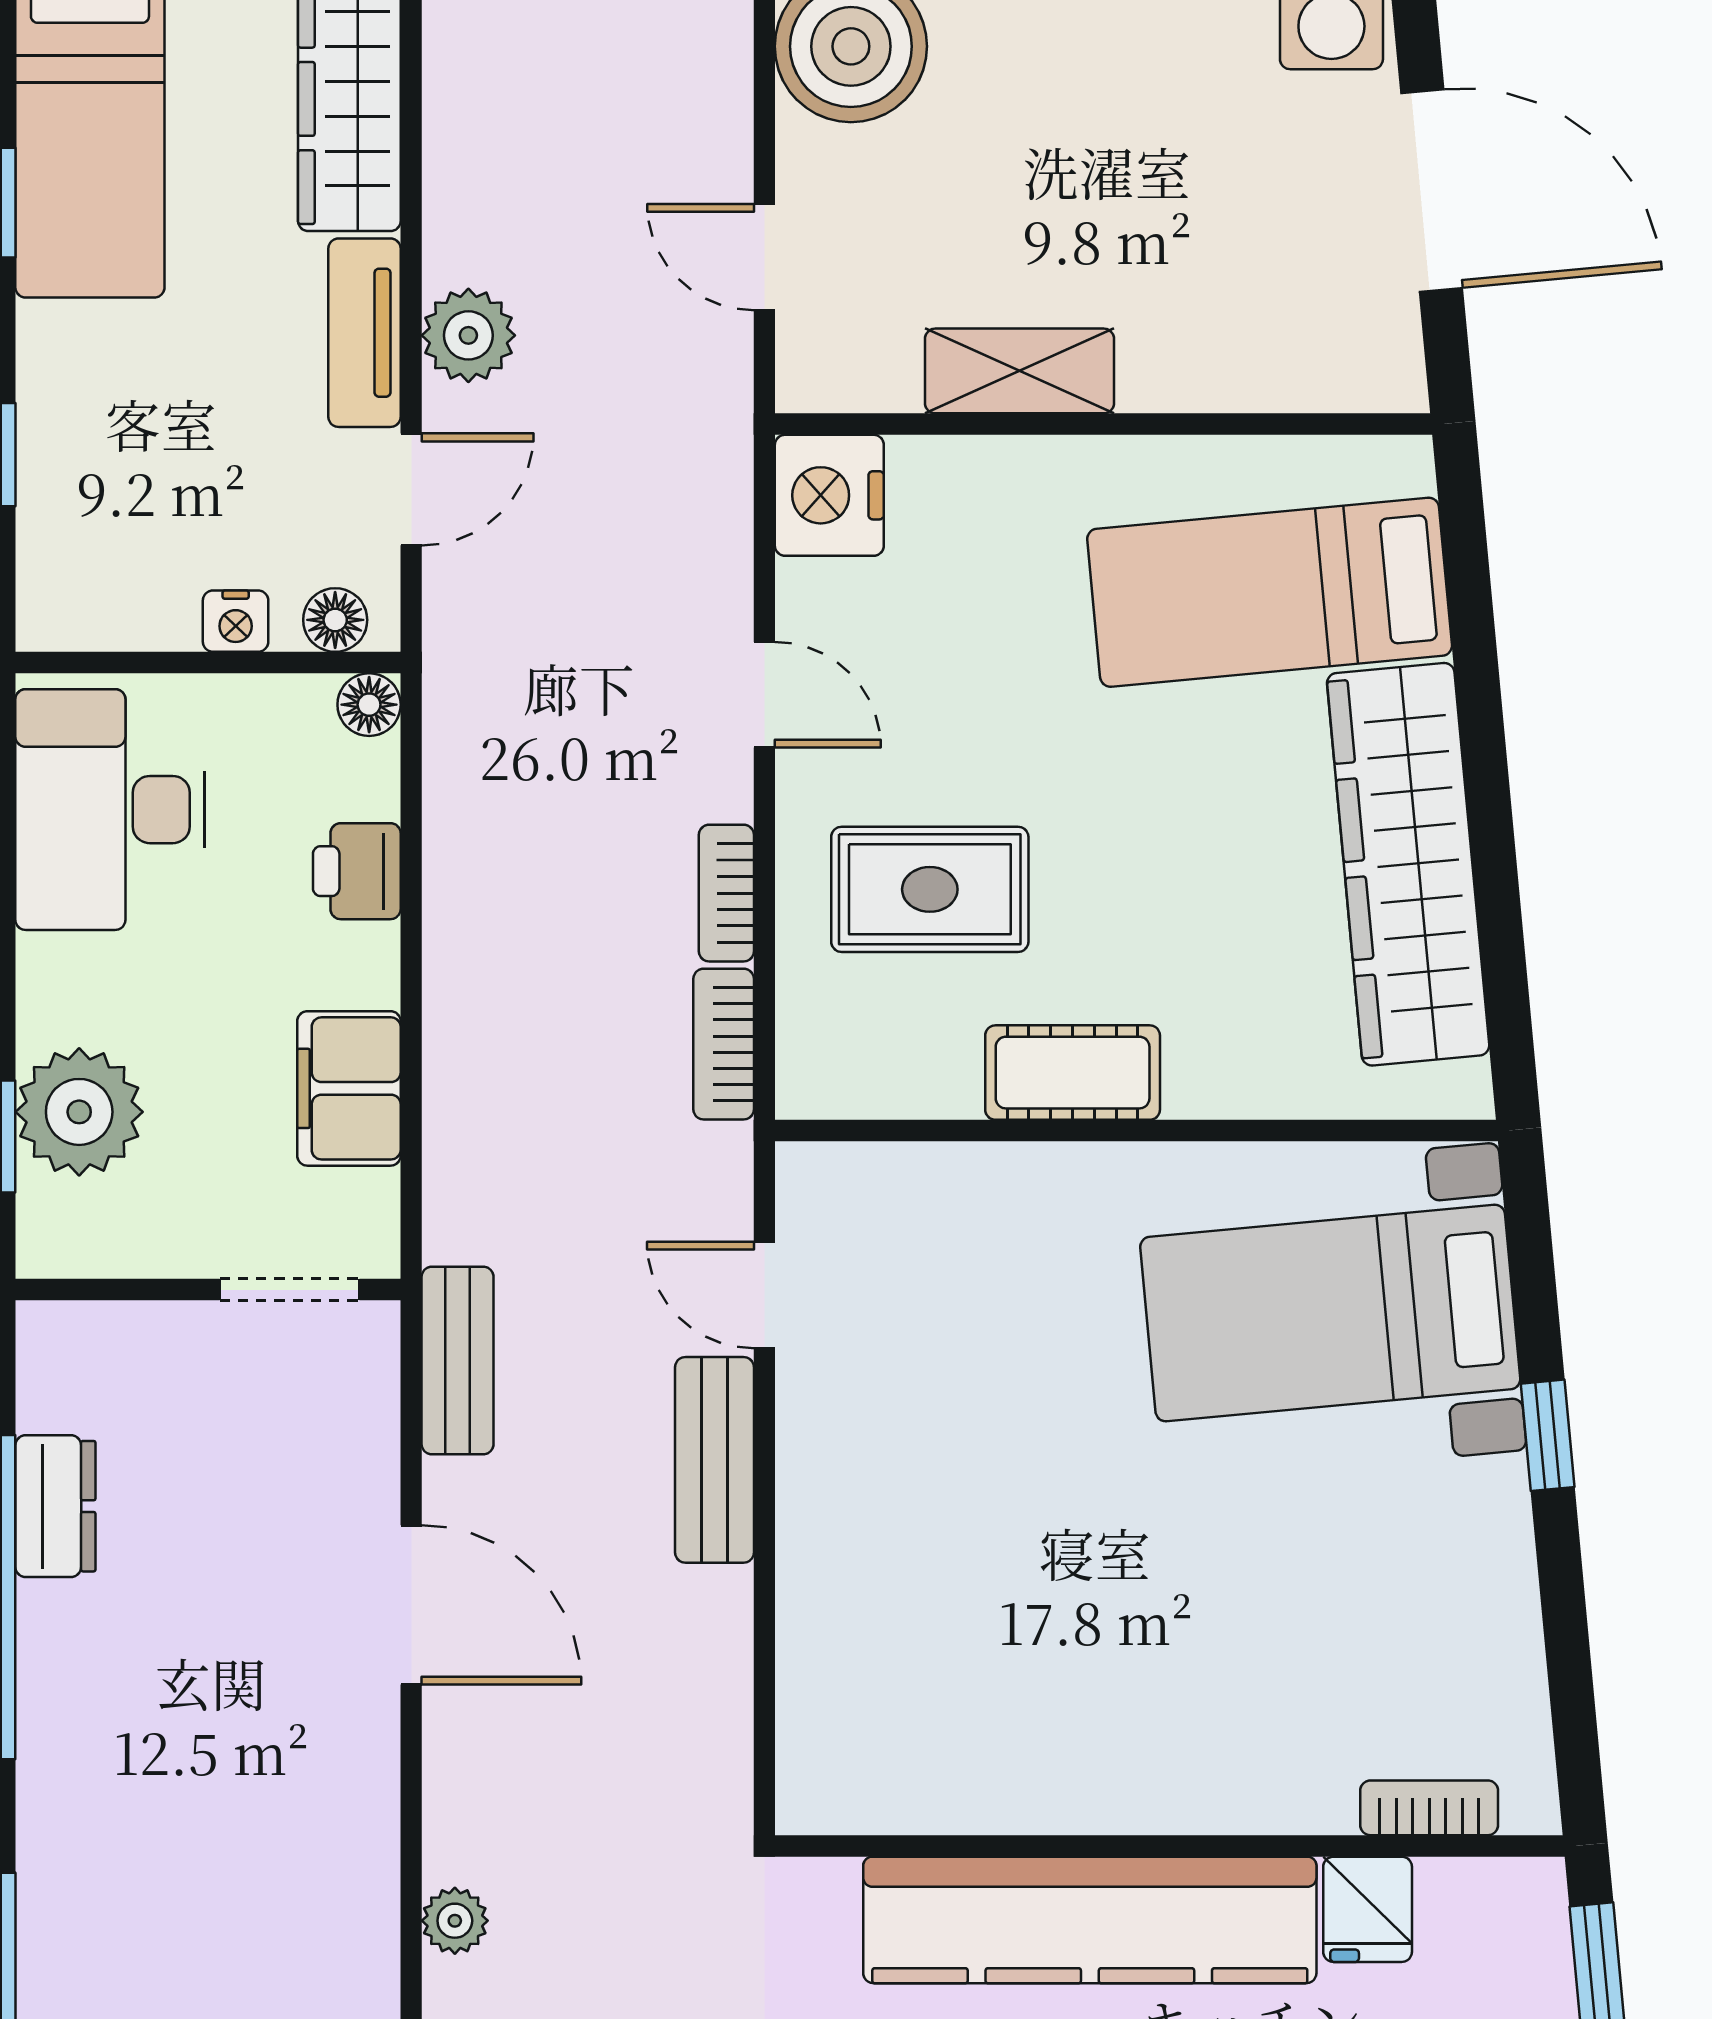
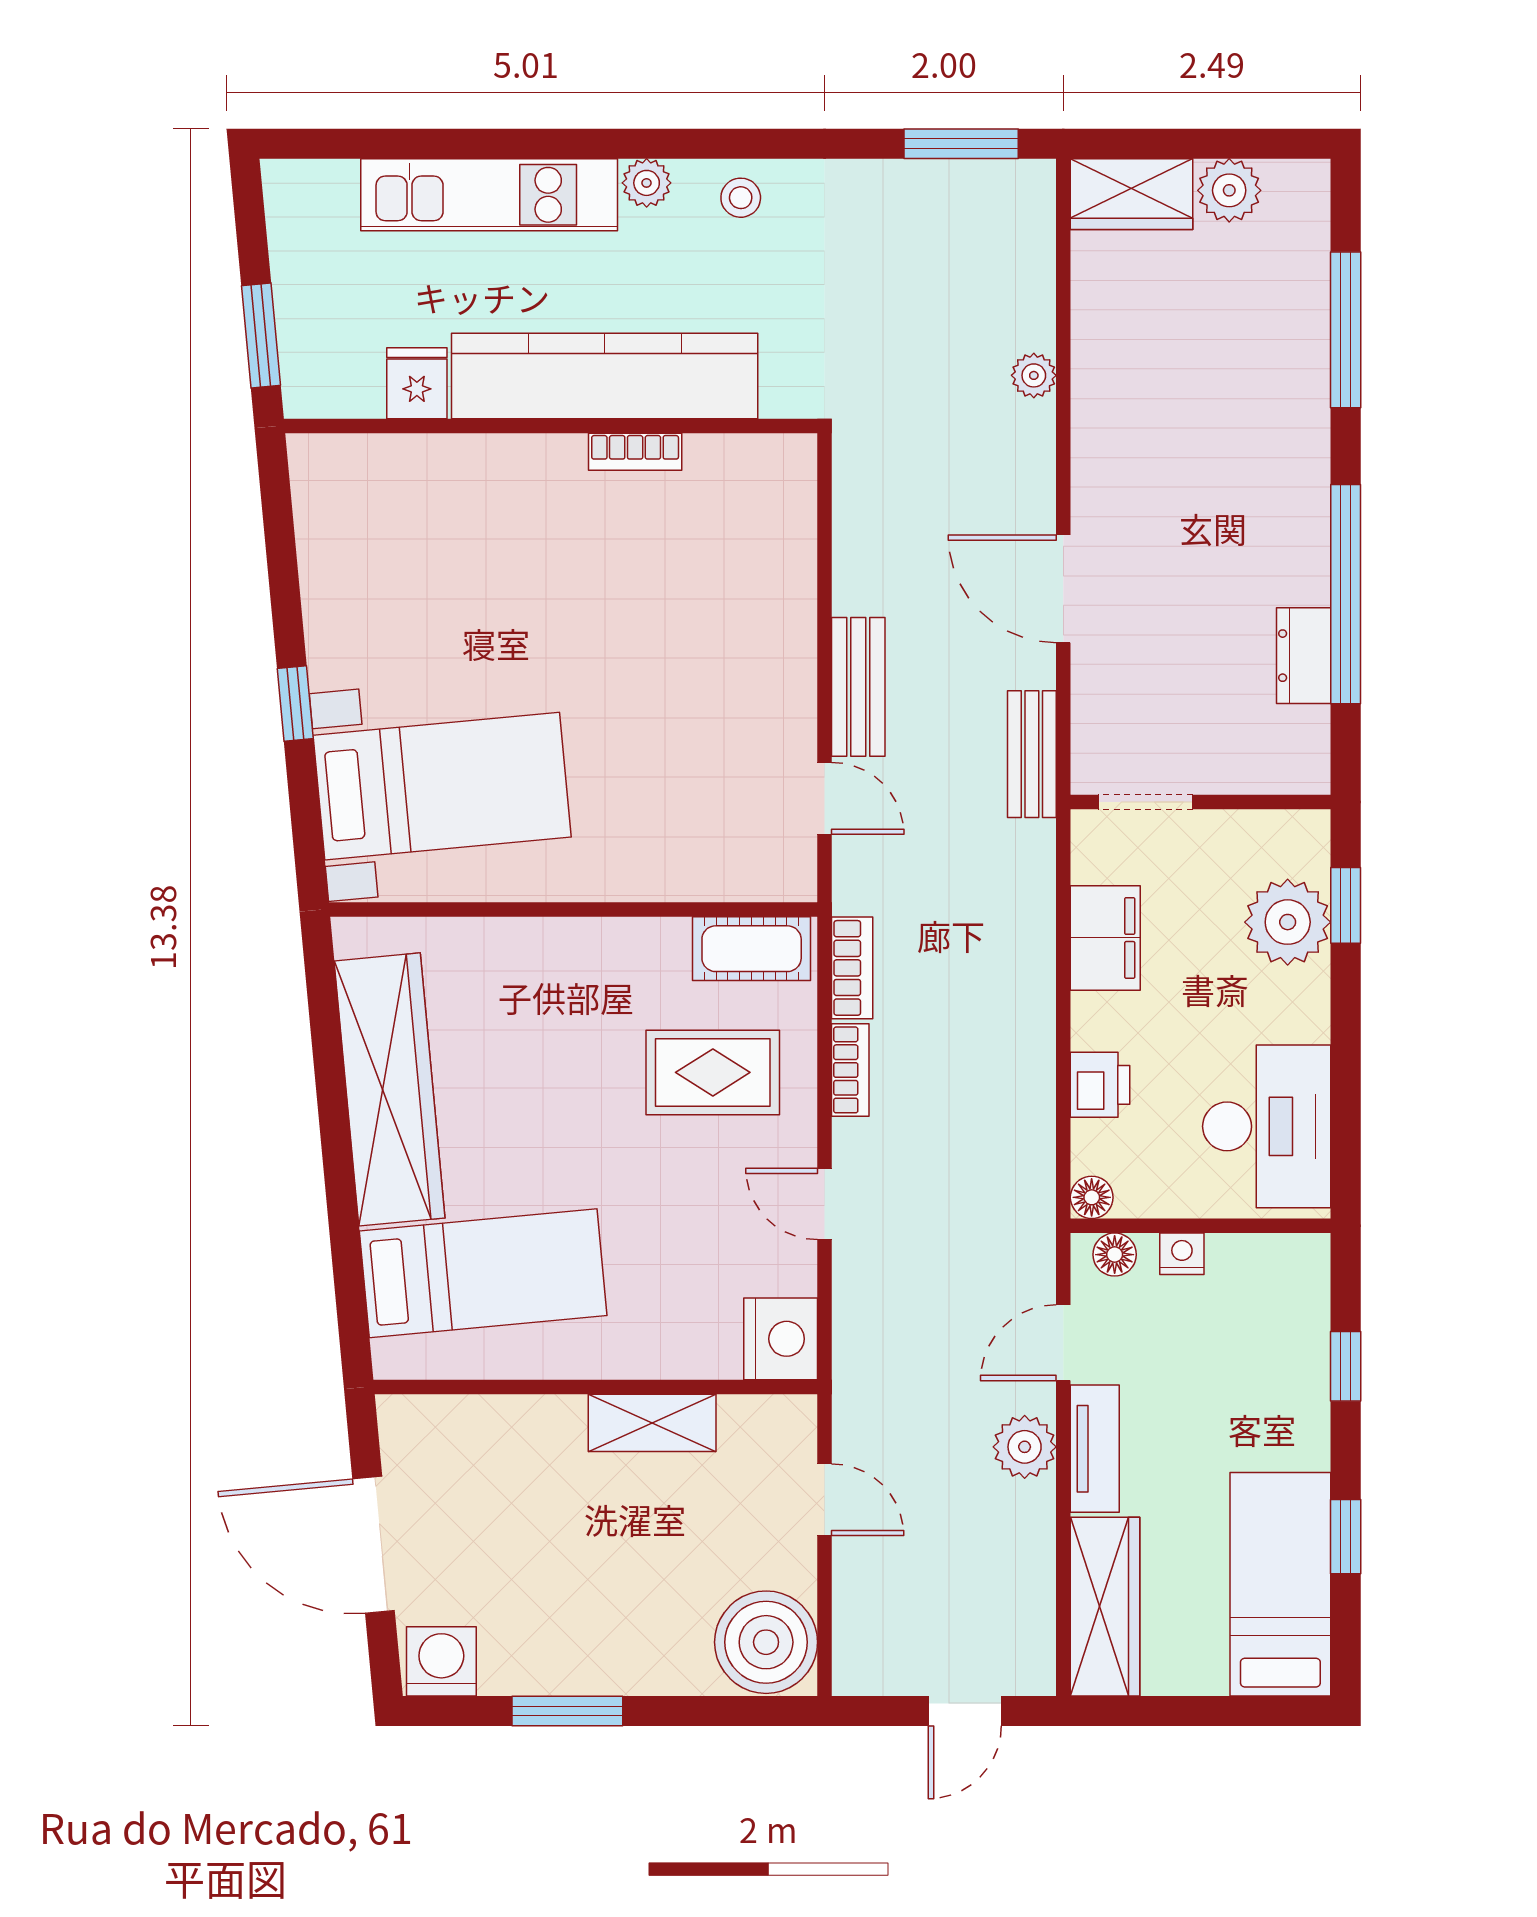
cot: (1073, 1073) -> (752, 949), moved
bookcase: (1429, 1808) -> (635, 452), moved

